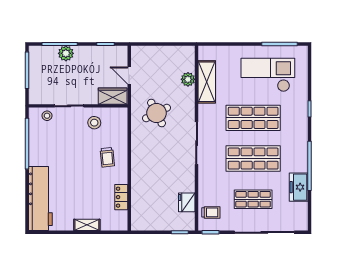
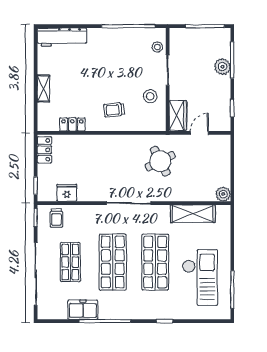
plant: (188, 79) -> (223, 194), moved
workbench: (40, 199) -> (62, 37), width x0.73, depth x0.76
locker: (146, 224) -> (44, 150), added

